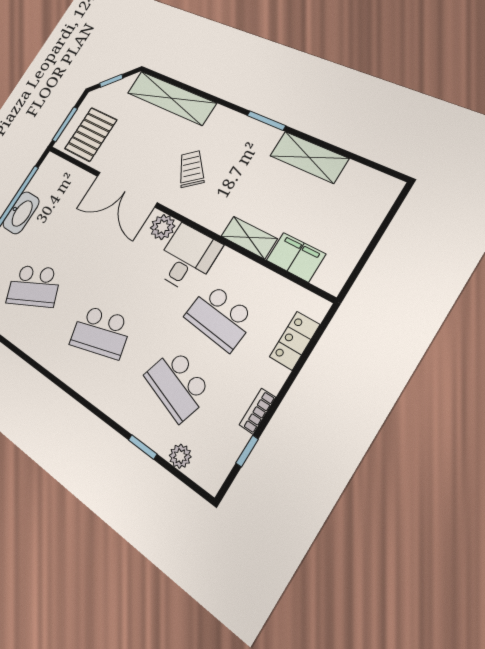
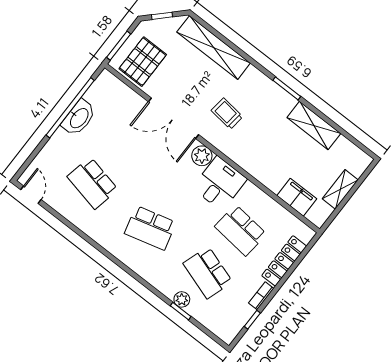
trolley: (192, 169) -> (227, 114), turned -45
shelving: (249, 237) -> (340, 189), moved, turned 90
school desk: (34, 286) -> (93, 183), turned 36
locker: (295, 341) -> (284, 261), width x1.53
plant: (180, 456) -> (182, 299), moved

